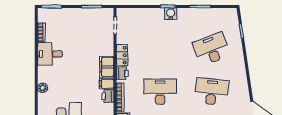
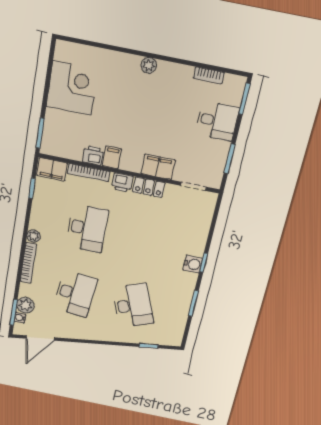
desk: (50, 54) -> (217, 121), moved, turned 90
filing cabinet: (107, 67) -> (158, 167), moved
plant: (43, 88) -> (149, 65), moved

